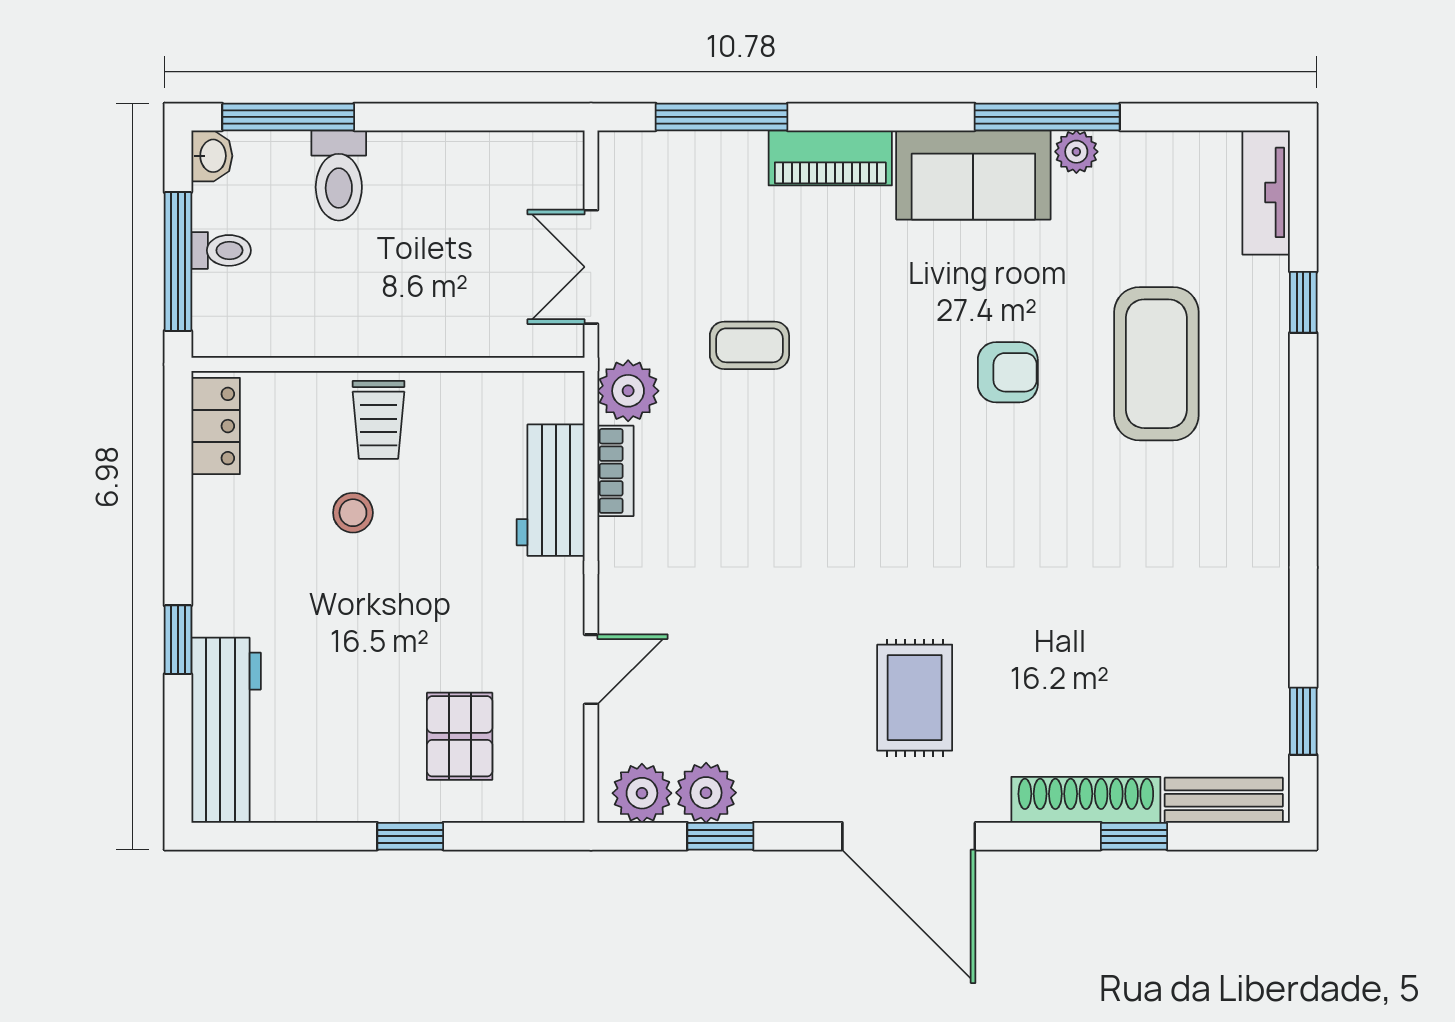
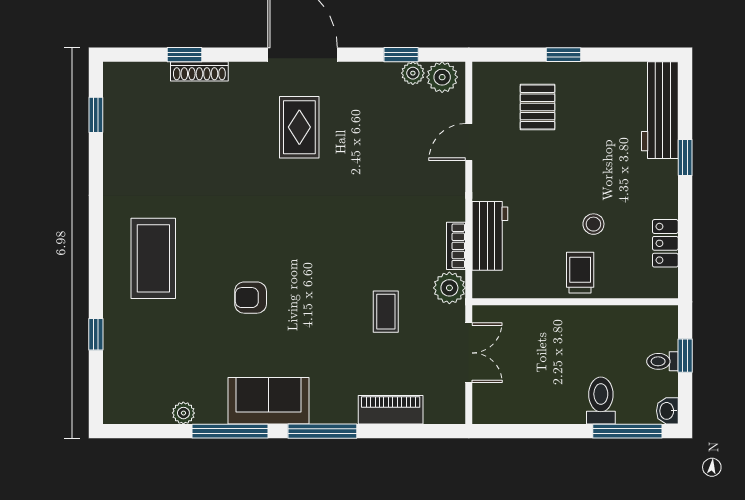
window: (722, 117) -> (322, 431), moved
plant: (1076, 152) -> (183, 413), moved
piano: (830, 158) -> (391, 410), moved
tv unit: (1266, 192) -> (115, 392), removed
window: (178, 261) -> (685, 356), width x0.46
coffee table: (749, 345) -> (386, 312), turned 90
coffee table: (1156, 364) -> (153, 258), moved
locker: (216, 426) -> (665, 243), moved
plant: (706, 793) -> (413, 73), width x0.73, depth x0.73
shoe rack: (1086, 800) -> (199, 71), width x0.74, depth x0.81
bench: (1224, 800) -> (138, 73), removed

